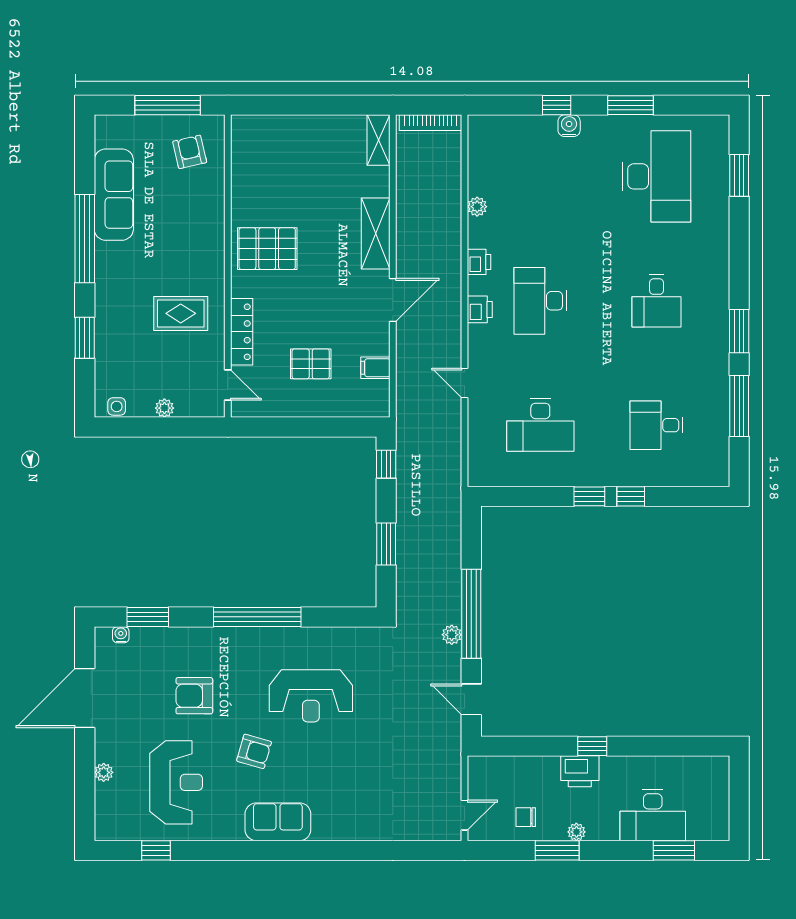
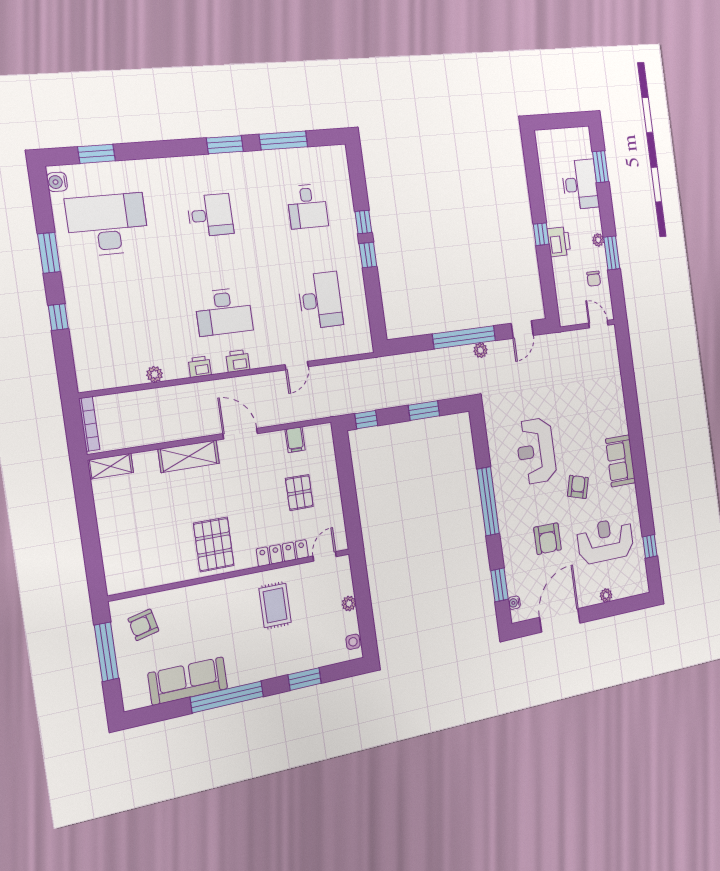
water cooler: (569, 126) -> (57, 182), moved
reception desk: (311, 696) -> (536, 451), turned 180
door: (85, 698) -> (560, 620), swing flipped

